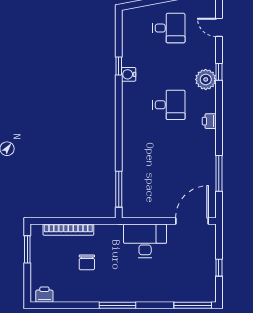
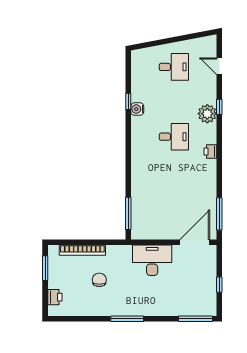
window: (219, 173) -> (219, 214), moved
chair: (87, 262) -> (99, 280), turned 180
printer: (44, 295) -> (55, 297), moved, turned 90

